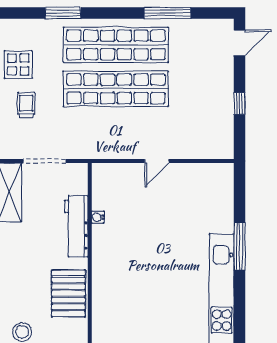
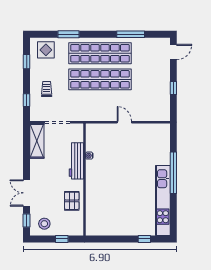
display table: (18, 64) -> (46, 50), moved
door: (157, 161) -> (124, 122), swing flipped
window: (240, 246) -> (173, 173), width x1.46
pallet: (68, 293) -> (72, 201), width x0.67, depth x0.71

